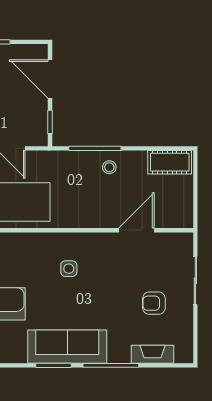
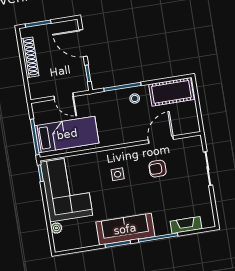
cot: (170, 162) -> (171, 92), width x1.37, depth x1.34
armchair: (154, 303) -> (158, 169), moved

